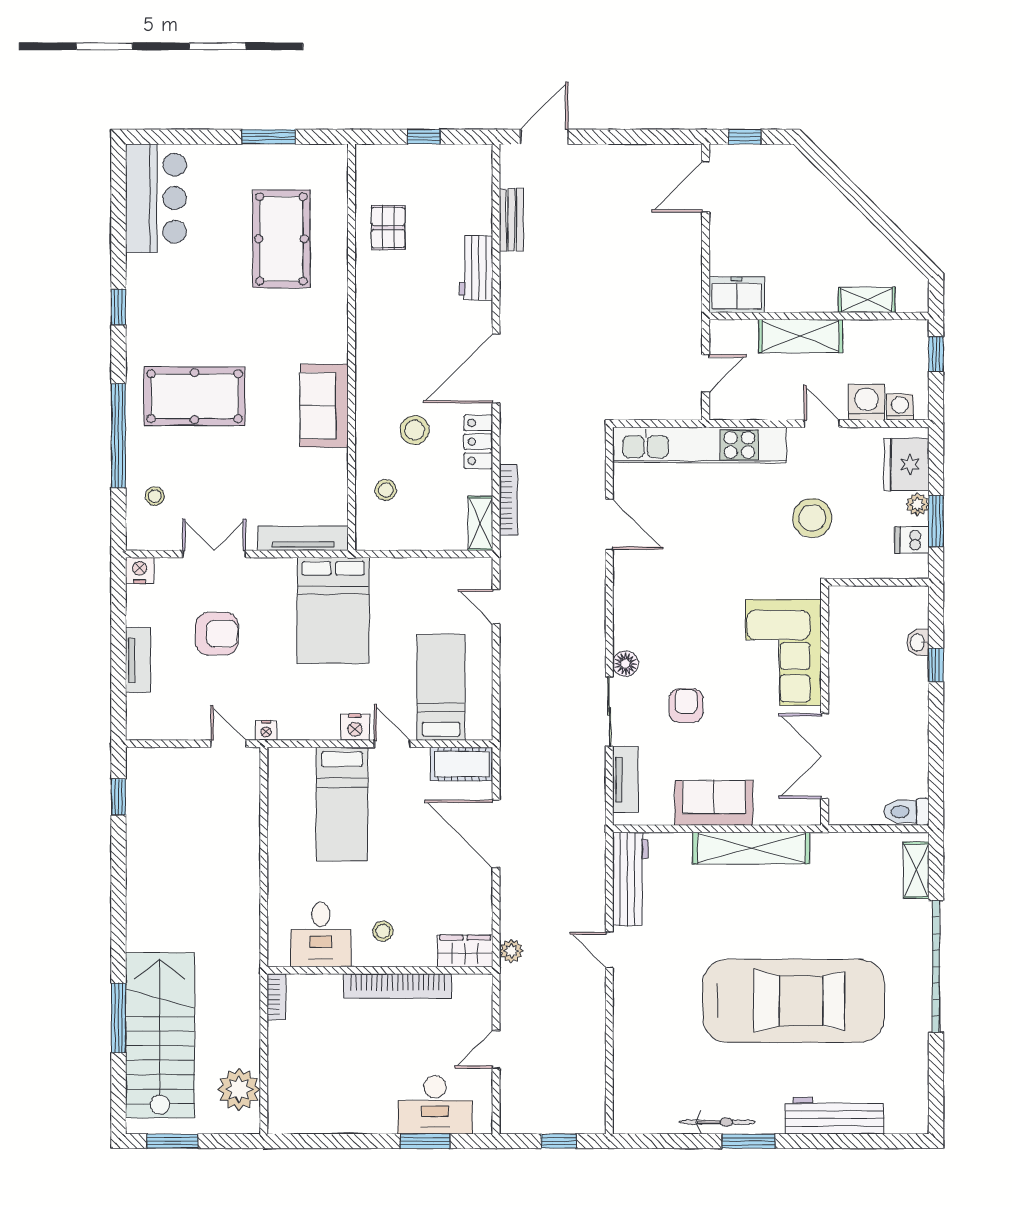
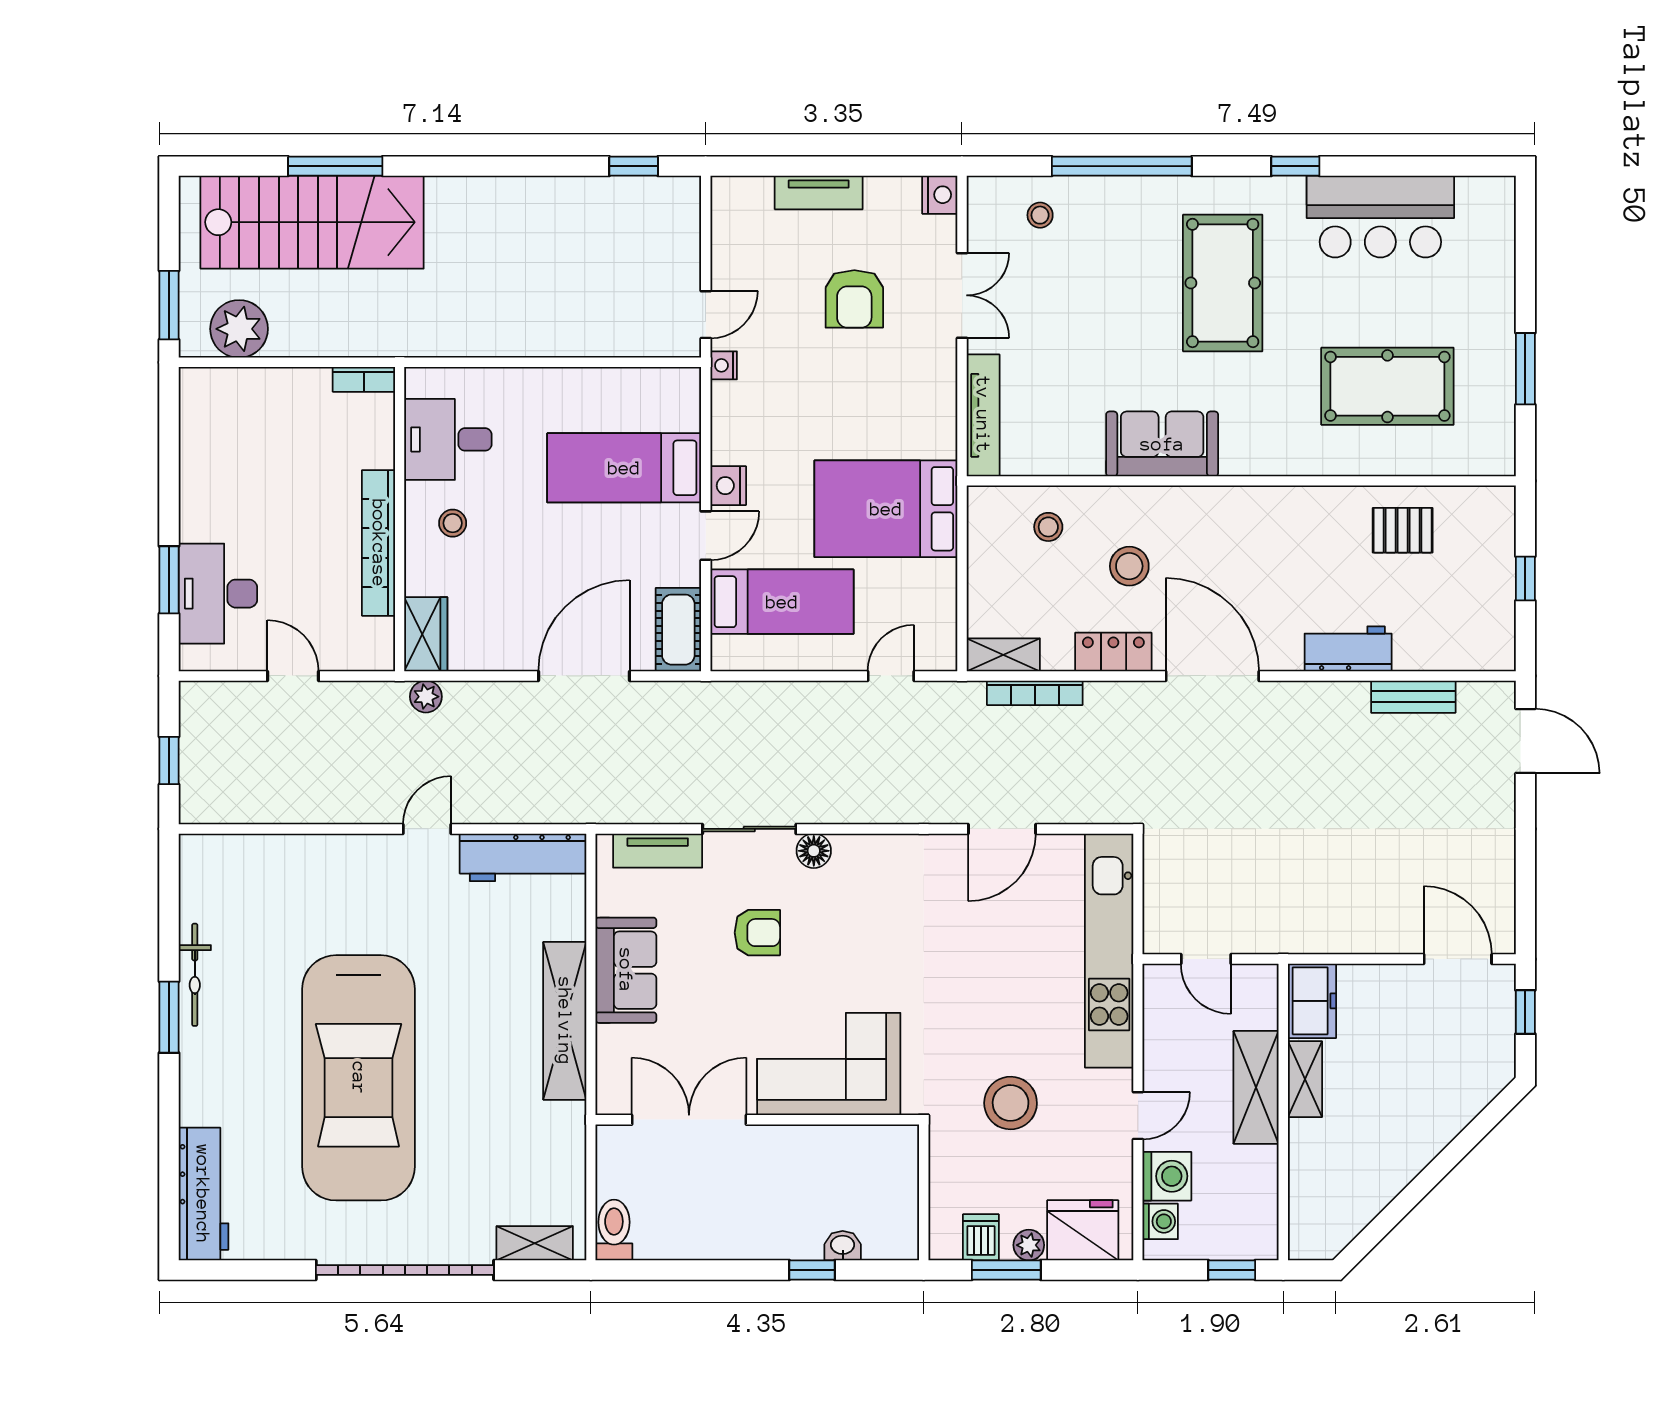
bar counter: (156, 198) -> (1380, 217), moved
shelving: (867, 300) -> (1305, 1079), moved
pool table: (195, 396) -> (1223, 283), moved
bed: (333, 610) -> (886, 509), moved
workbench: (834, 1116) -> (203, 1194), moved
window: (173, 1141) -> (169, 305), moved

